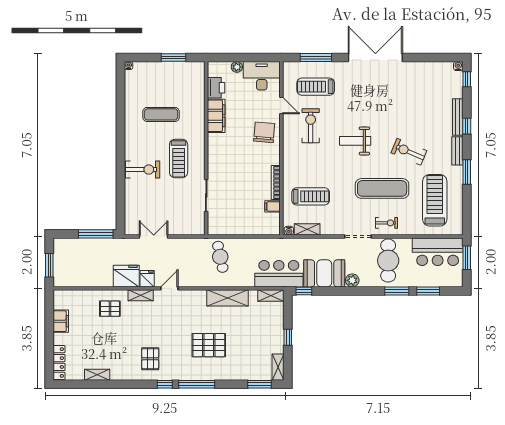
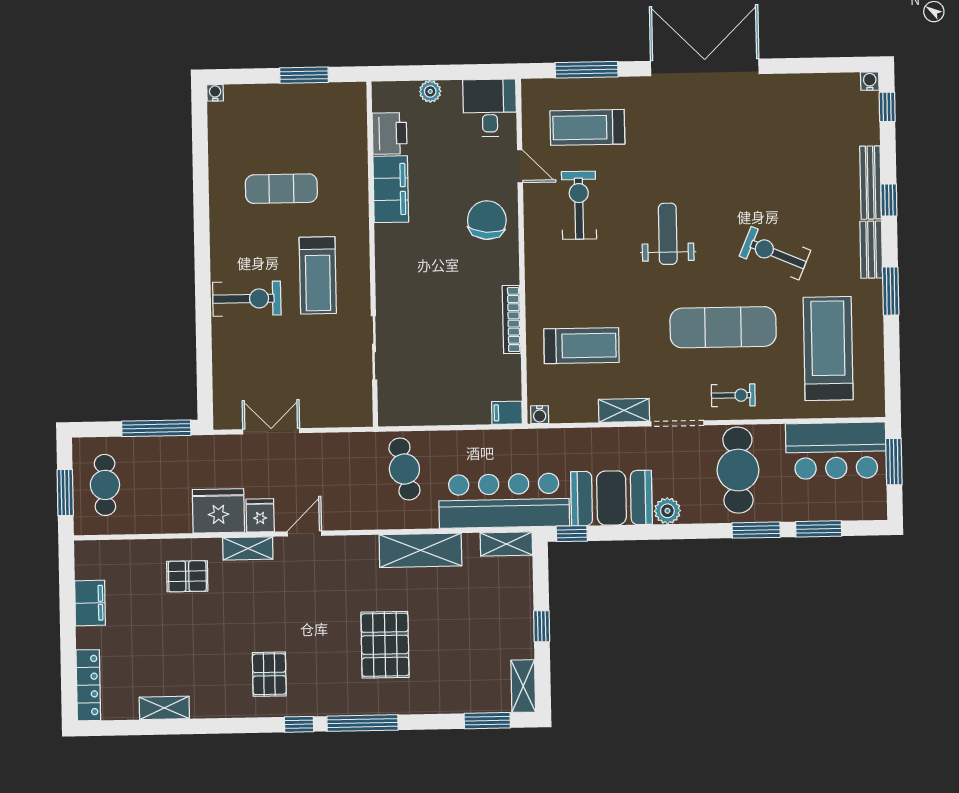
desk: (262, 76) -> (490, 108), width x0.73
weight bench: (355, 141) -> (668, 234), turned 90
filing cabinet: (272, 206) -> (507, 413), moved
shelving: (307, 229) -> (624, 410), moved
cafe table: (69, 262) -> (105, 485), added
bar counter: (279, 274) -> (504, 501), width x1.36
pallet: (209, 345) -> (385, 645), turned 90

